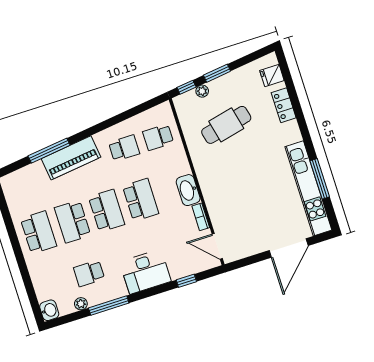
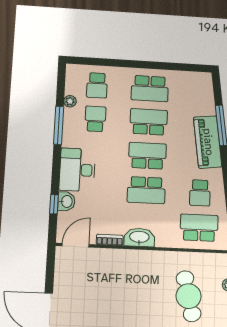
school desk: (158, 137) -> (199, 228), width x1.85
school desk: (107, 211) -> (147, 156), turned 180
school desk: (55, 284) -> (97, 85), added
washbasin: (49, 310) -> (66, 201), moved, turned -90

